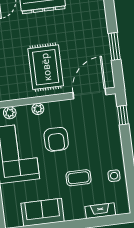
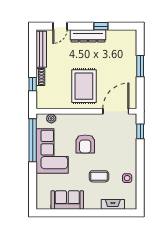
window: (114, 46) -> (140, 66), moved
plant: (38, 109) -> (74, 118), removed

